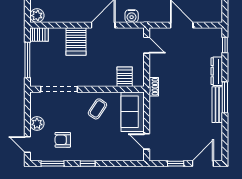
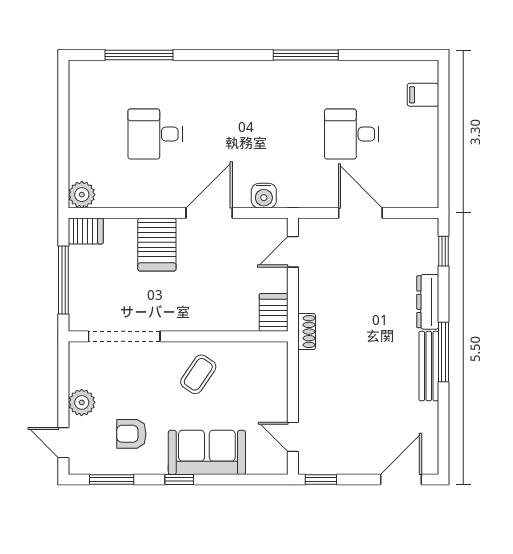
door: (147, 45) -> (293, 252), swing flipped
server rack: (125, 77) -> (274, 312), moved
sofa: (133, 112) -> (207, 452), moved, turned 90
window: (176, 164) -> (321, 479), moved

